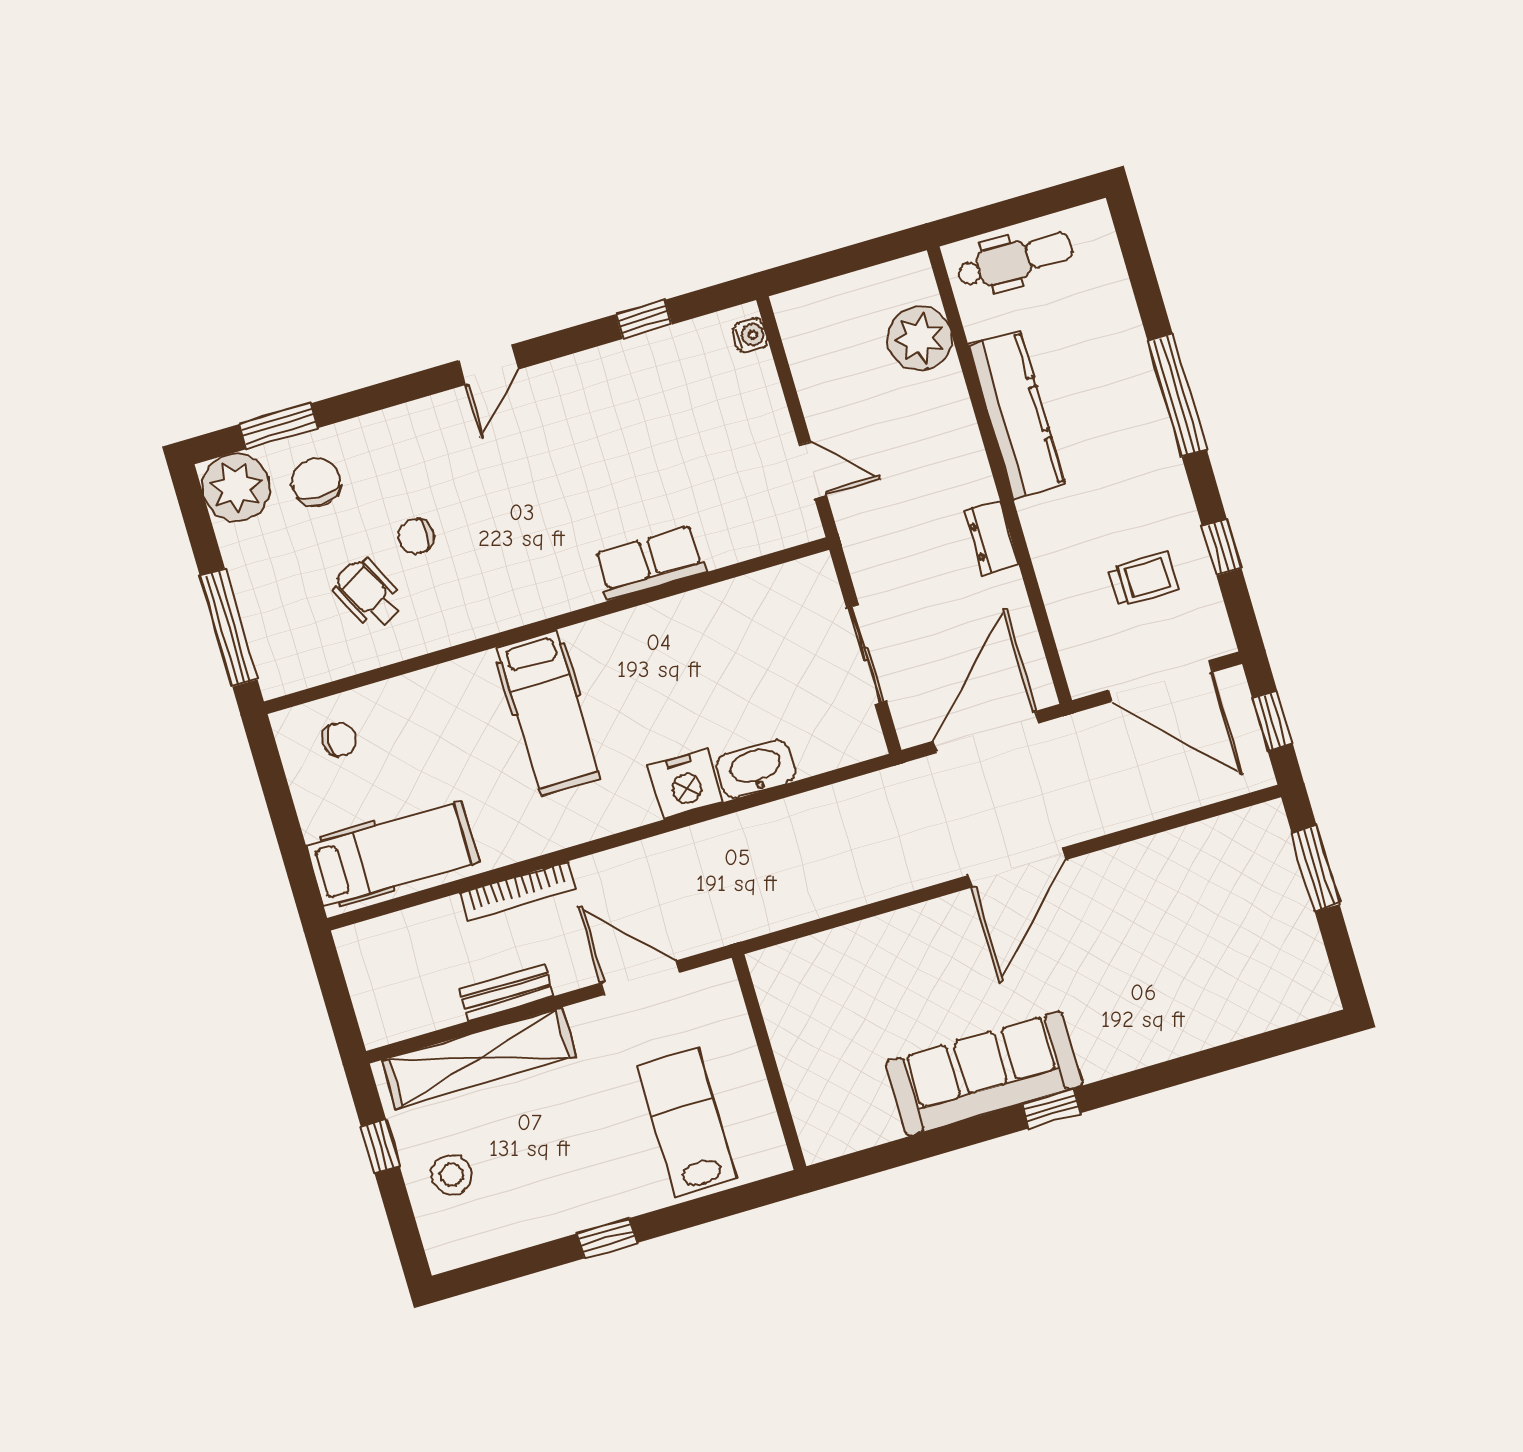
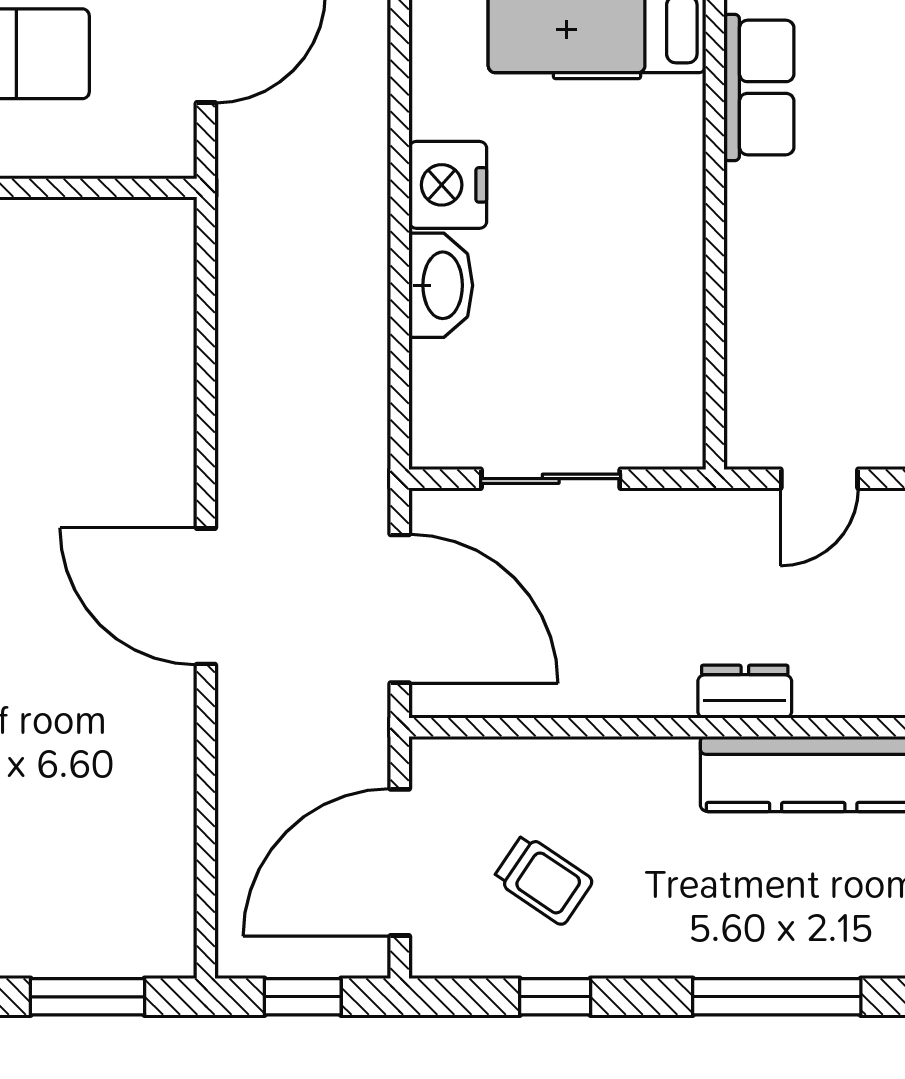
dresser: (991, 538) -> (745, 692), moved
row of seats: (650, 563) -> (759, 88), moved
trolley: (1144, 579) -> (543, 880), turned -56

